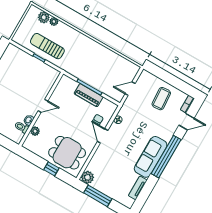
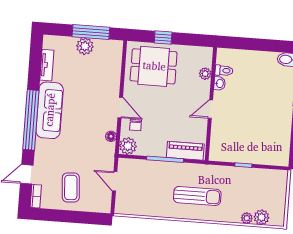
sun lounger: (47, 46) -> (197, 196), moved
door: (130, 89) -> (115, 181), swing flipped
piano: (89, 95) -> (185, 151), moved
plant: (110, 108) -> (128, 146), added
plant: (87, 177) -> (85, 46), moved

